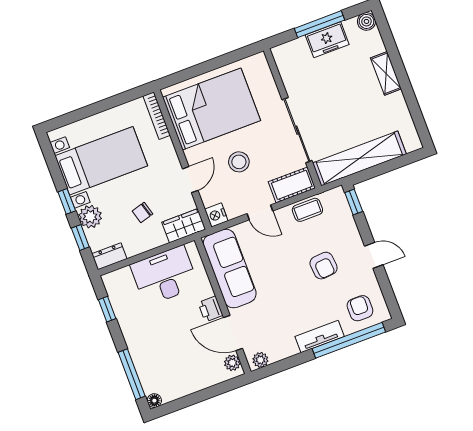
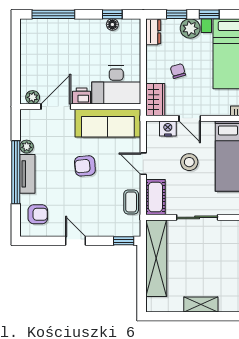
shelving: (386, 73) -> (201, 304), moved
sliding door: (297, 130) -> (197, 217), width x0.73
door: (260, 212) -> (143, 164), hinge flipped
nightstand: (216, 215) -> (168, 128), moved
door: (374, 255) -> (75, 241), swing flipped
armchair: (324, 266) -> (85, 166), moved
desk: (164, 276) -> (116, 85), moved, turned 90
window: (349, 340) -> (16, 172), moved
plant: (260, 360) -> (27, 147), moved
floor lamp: (154, 401) -> (112, 25), moved

